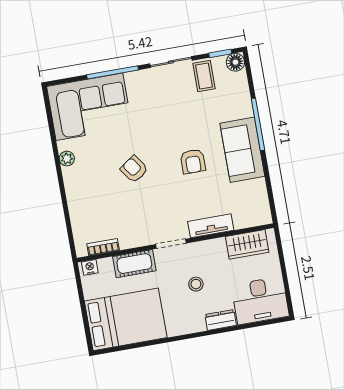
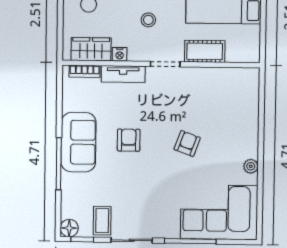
armchair: (134, 169) -> (187, 144), turned -125
bookcase: (103, 247) -> (85, 71), moved
nightstand: (90, 267) -> (120, 54), moved

